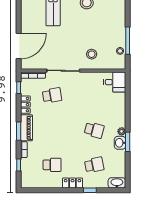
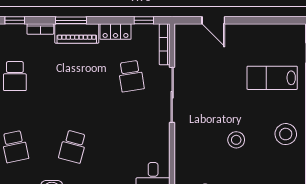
door: (19, 46) -> (213, 20), width x0.53
stool: (92, 54) -> (236, 140), moved

